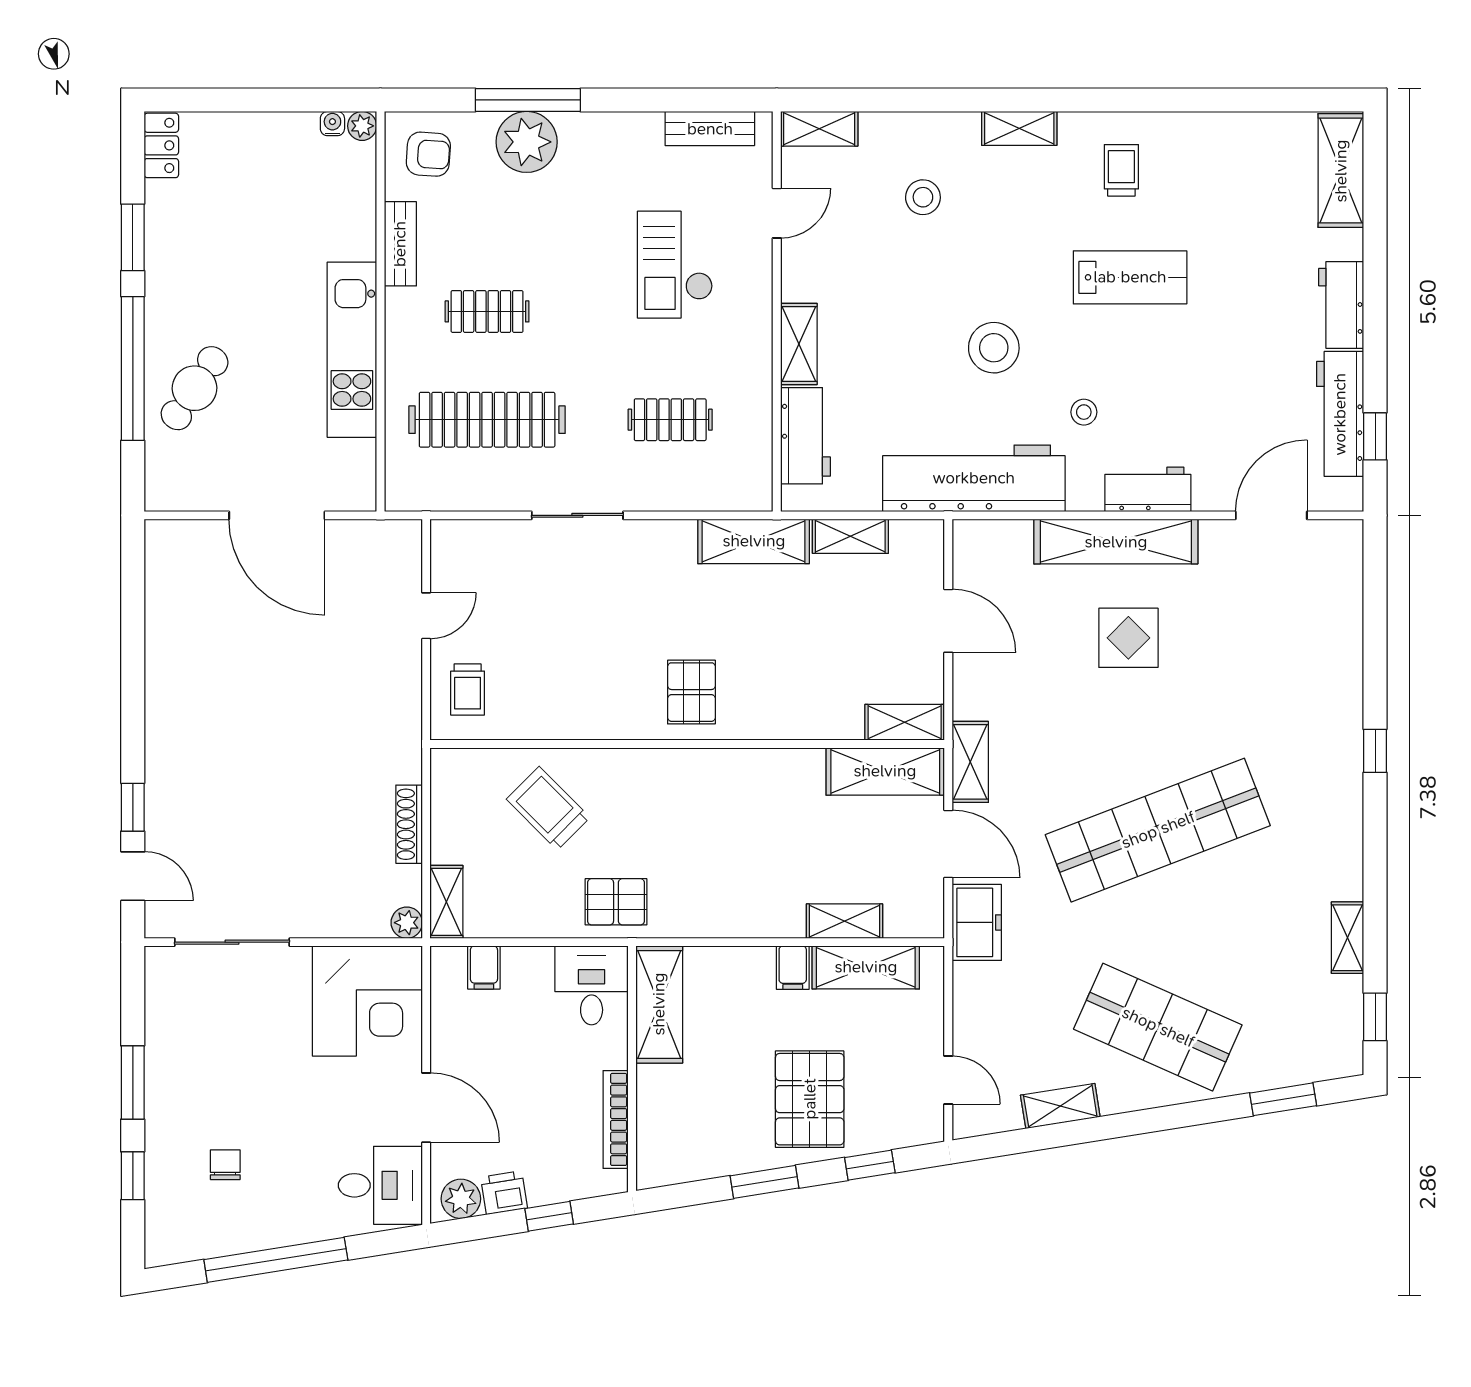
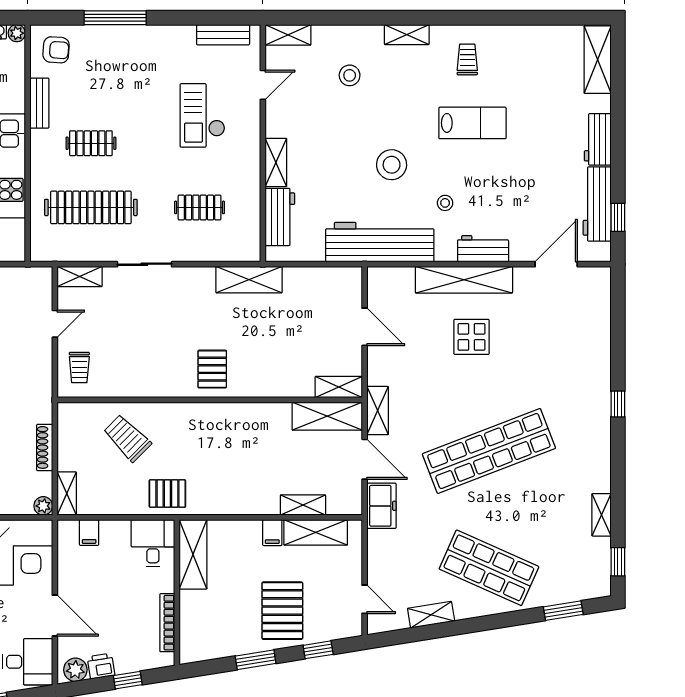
plant: (527, 142) -> (114, 43), removed
shelving: (850, 536) -> (80, 277), moved

